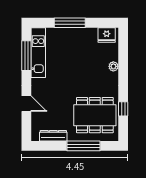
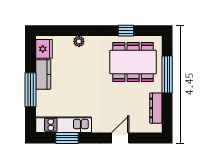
kitchen counter: (84, 34) -> (43, 74), added
window: (26, 56) -> (67, 138), width x0.69
dining table: (95, 115) -> (133, 62), turned 90

